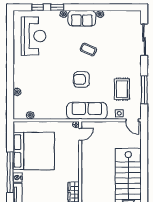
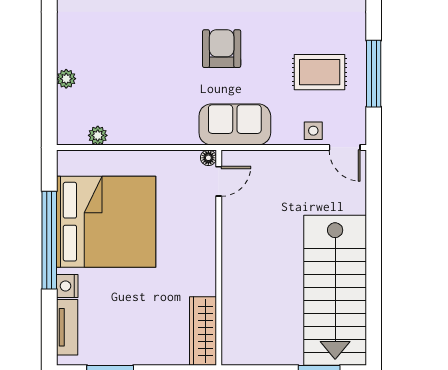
armchair: (81, 79) -> (222, 49), turned 90
rug: (122, 89) -> (320, 72), turned 90
sofa: (87, 111) -> (235, 124), width x0.73
window: (10, 172) -> (49, 240), moved

